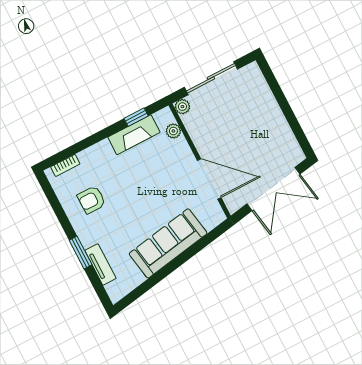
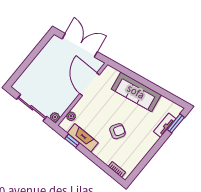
armchair: (91, 200) -> (118, 131), moved, turned -60
window: (81, 252) -> (176, 123), moved

